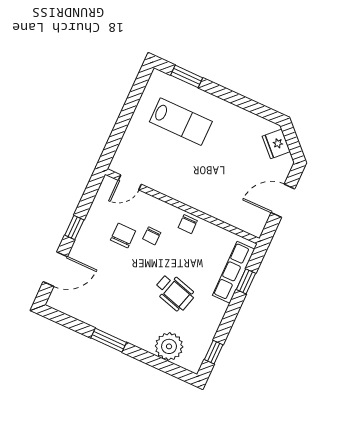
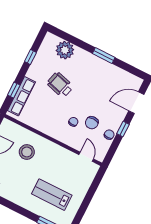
door: (130, 182) -> (86, 157), hinge flipped
stool: (222, 186) -> (27, 152), added
chair: (188, 224) -> (109, 135), moved
window: (214, 352) -> (30, 57), moved

